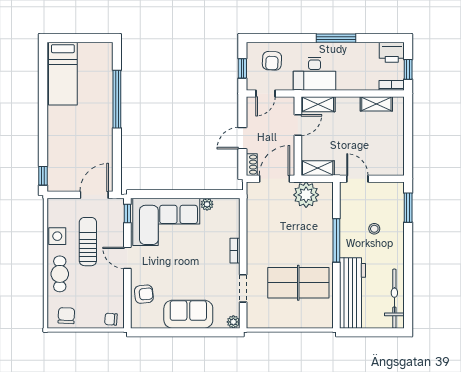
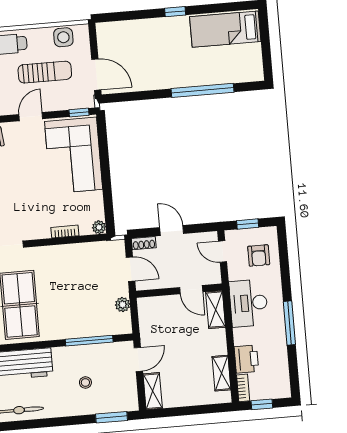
printer: (392, 52) -> (246, 359), moved, turned 180
armchair: (272, 61) -> (259, 255), turned -93
shelving: (318, 168) -> (153, 391), moved
window: (43, 176) -> (175, 12), moved
door: (274, 179) -> (131, 269), width x0.73
plant: (306, 195) -> (123, 305), width x0.53, depth x0.53
plant: (207, 204) -> (99, 227), moved
side table: (57, 236) -> (63, 37), moved
window: (336, 240) -> (89, 341), moved
bookcase: (235, 251) -> (65, 232), moved

